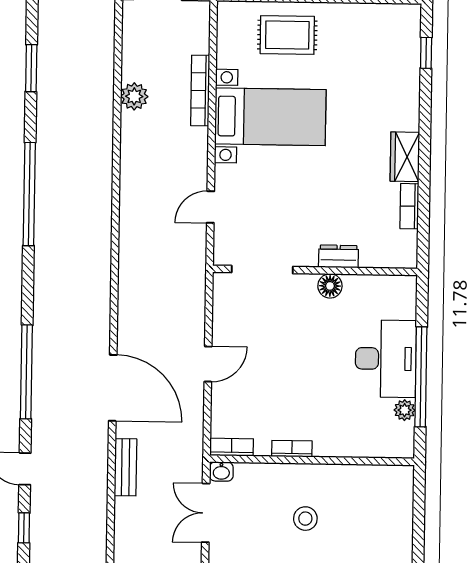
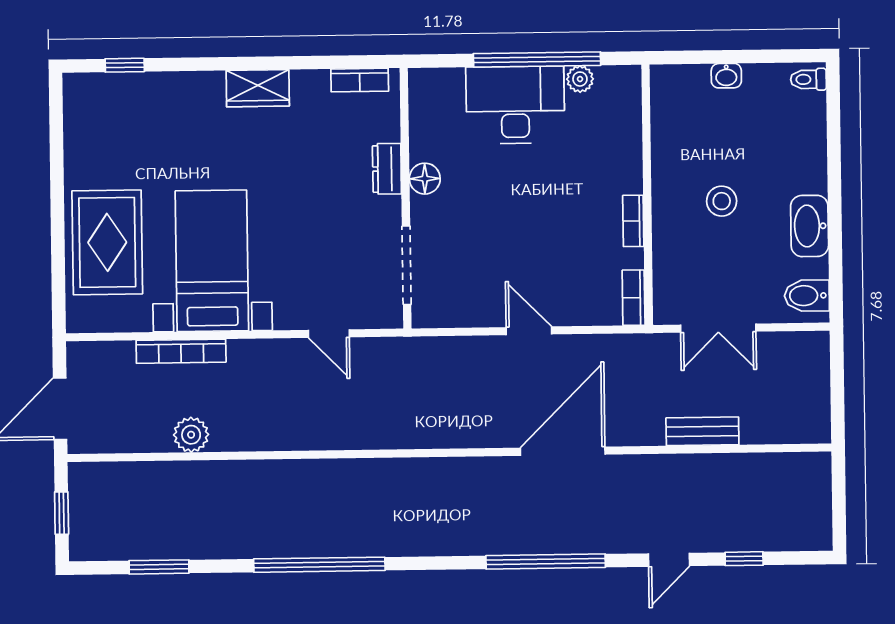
rug: (287, 35) -> (107, 242), width x1.36, depth x1.43
bookcase: (409, 206) -> (360, 80), moved
bench: (125, 467) -> (702, 431), moved
washbasin: (221, 472) -> (726, 76), moved, turned 90

